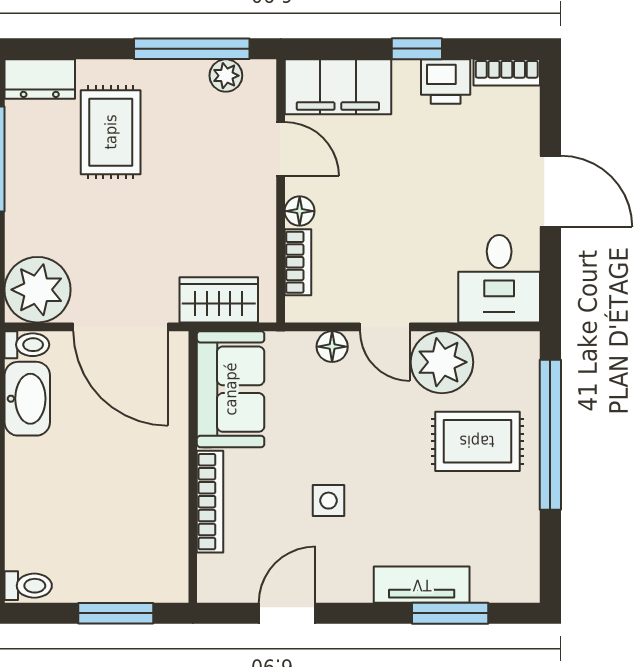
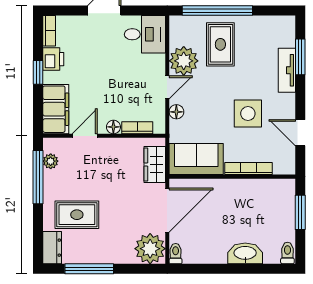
washbasin: (27, 399) -> (245, 253), moved
side table: (329, 501) -> (248, 114), width x1.87, depth x1.87

